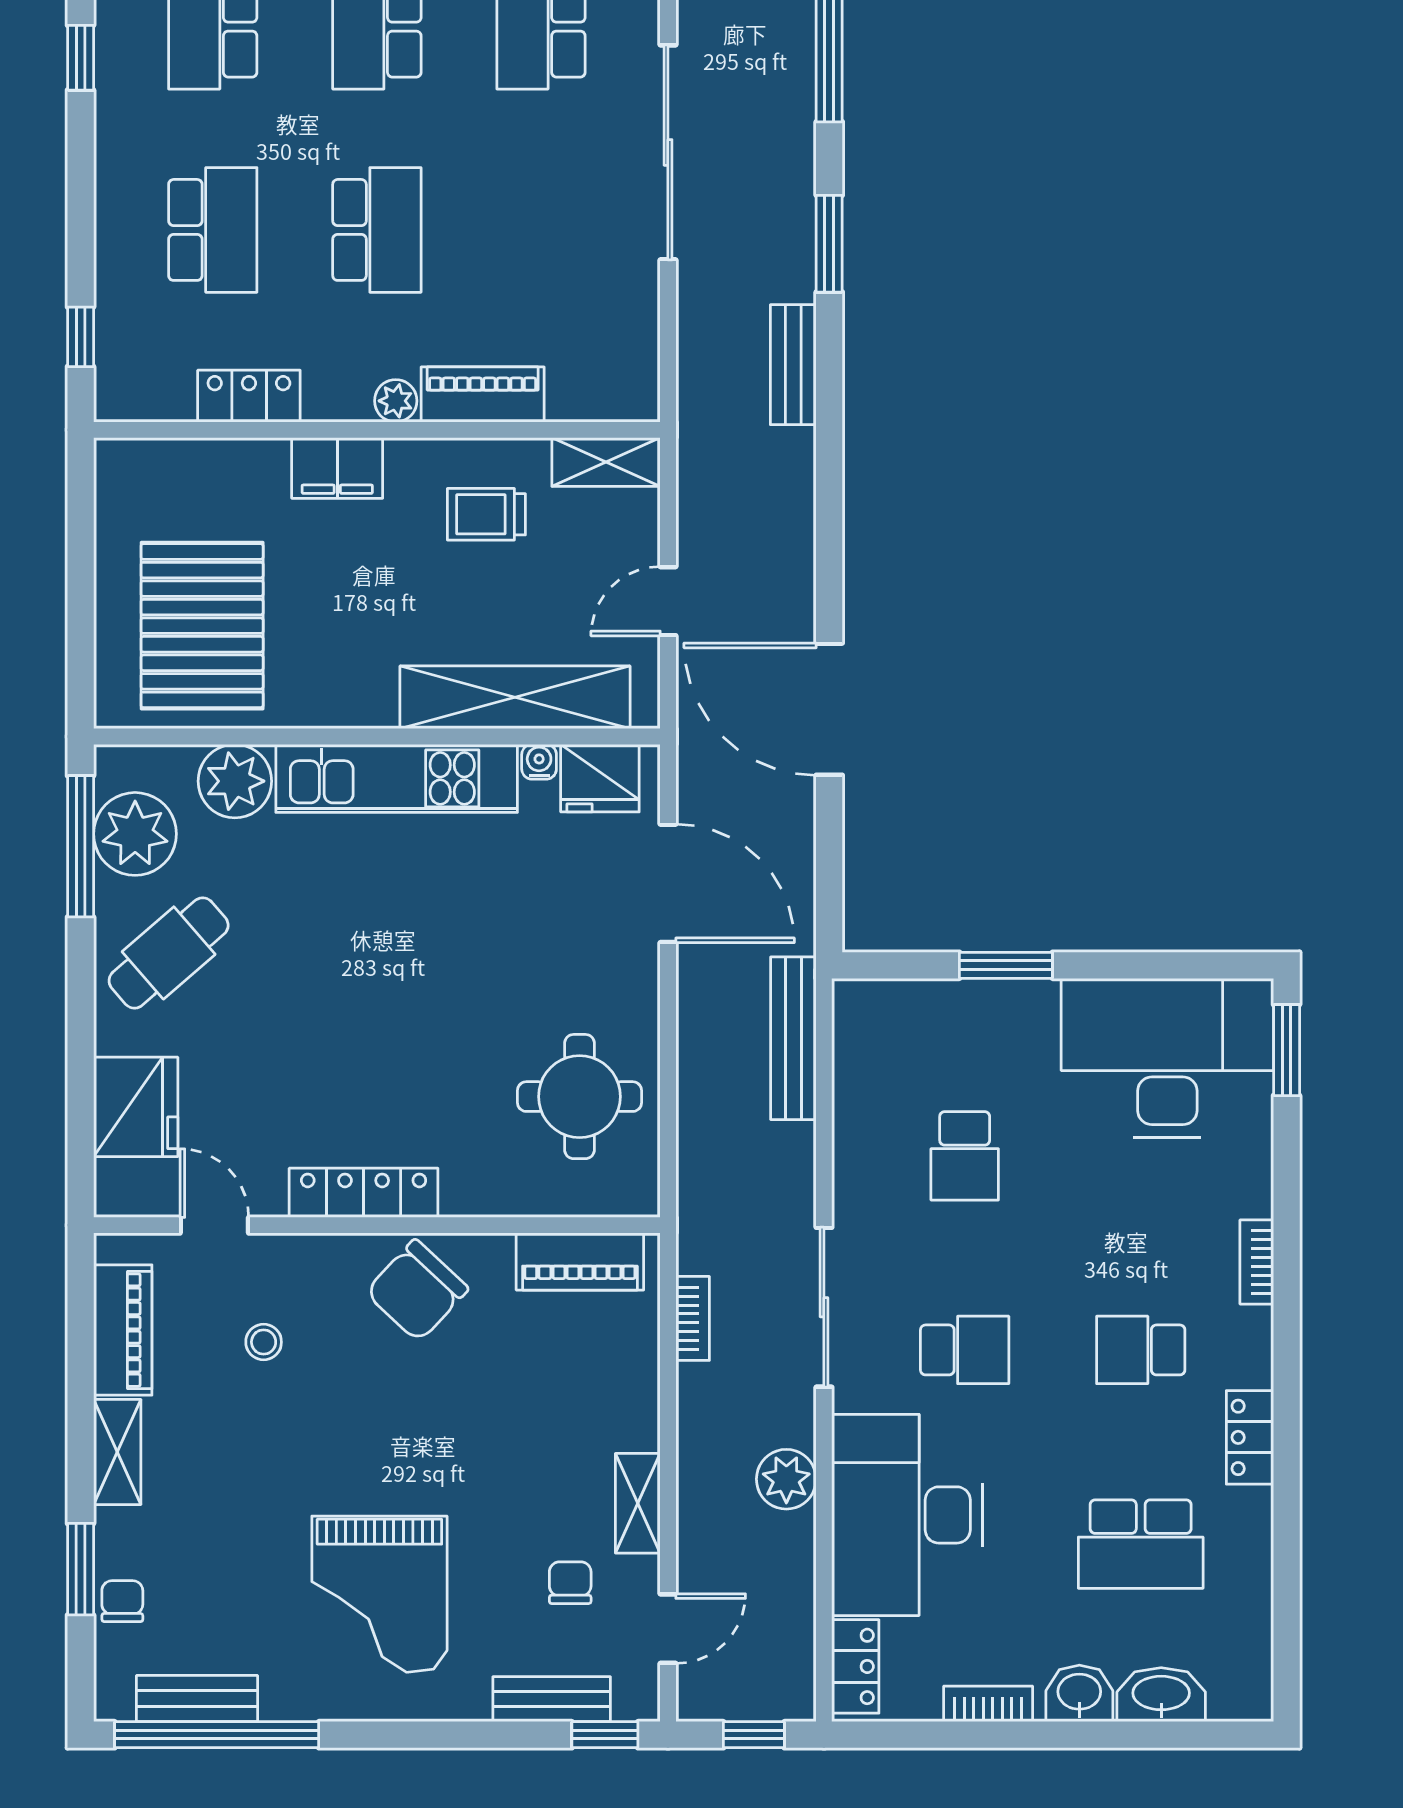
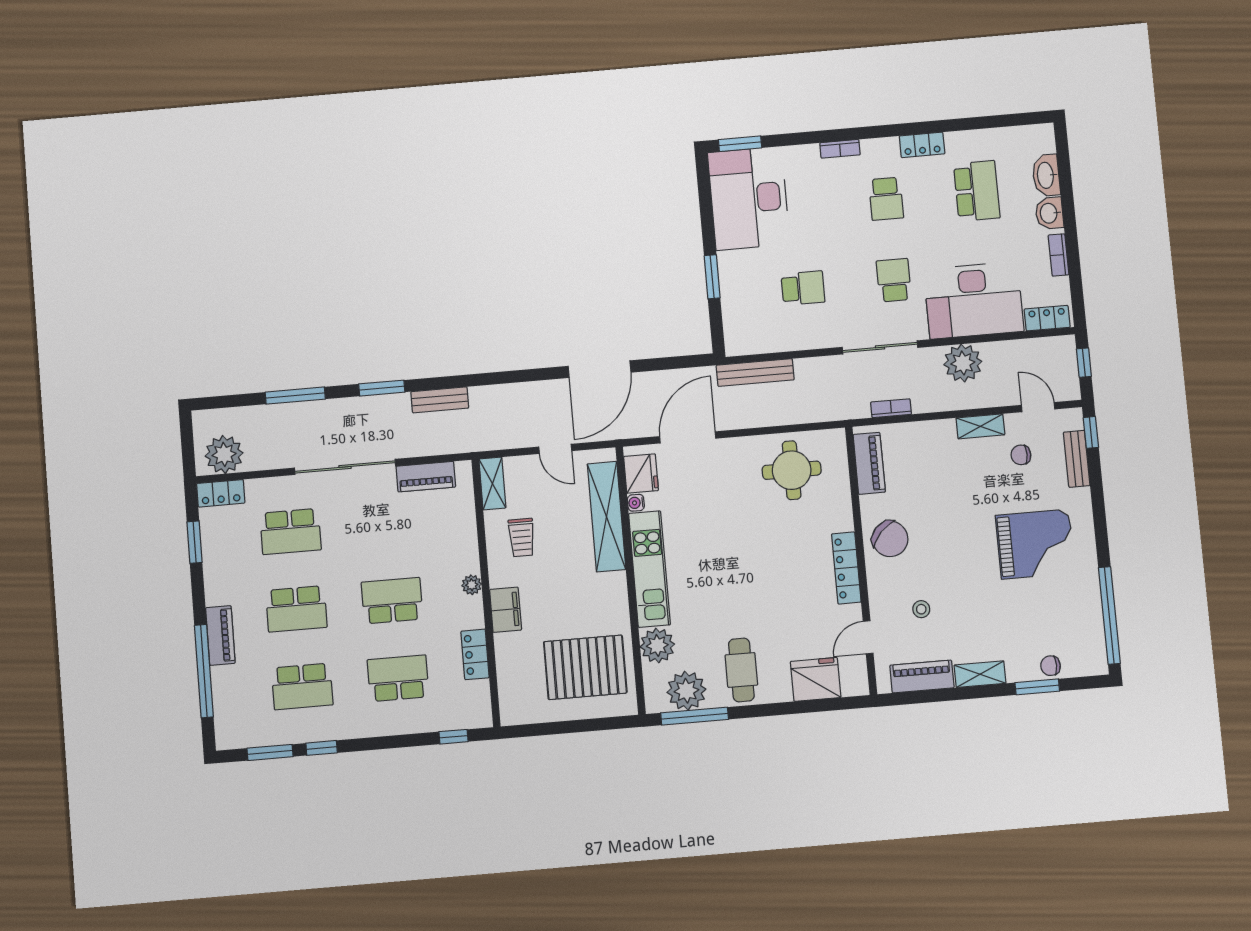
piano: (483, 395) -> (426, 477), moved, turned -90
cafe table: (169, 953) -> (741, 670), turned 41
plant: (786, 1479) -> (963, 363), width x1.36, depth x1.36
bench: (197, 1699) -> (1093, 626), removed

